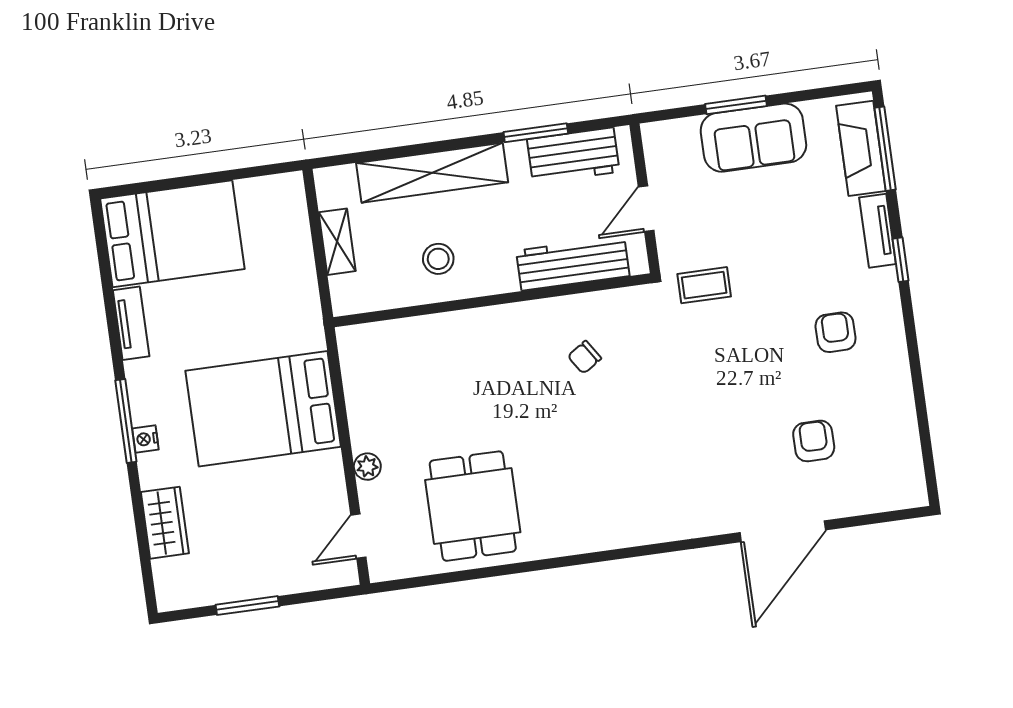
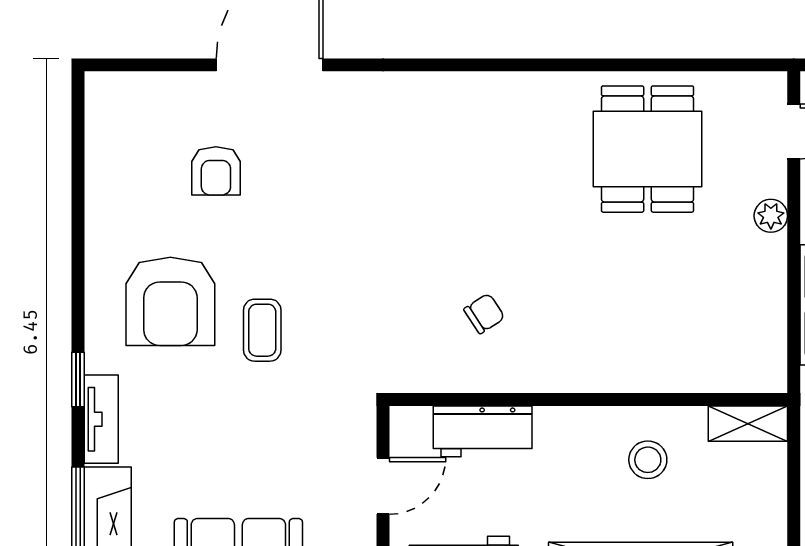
shelving: (337, 242) -> (748, 424), moved, turned 90
workbench: (573, 263) -> (483, 431), width x0.73
coffee table: (704, 285) -> (262, 330), moved, turned 90
armchair: (836, 332) -> (170, 301), width x1.88, depth x1.88

